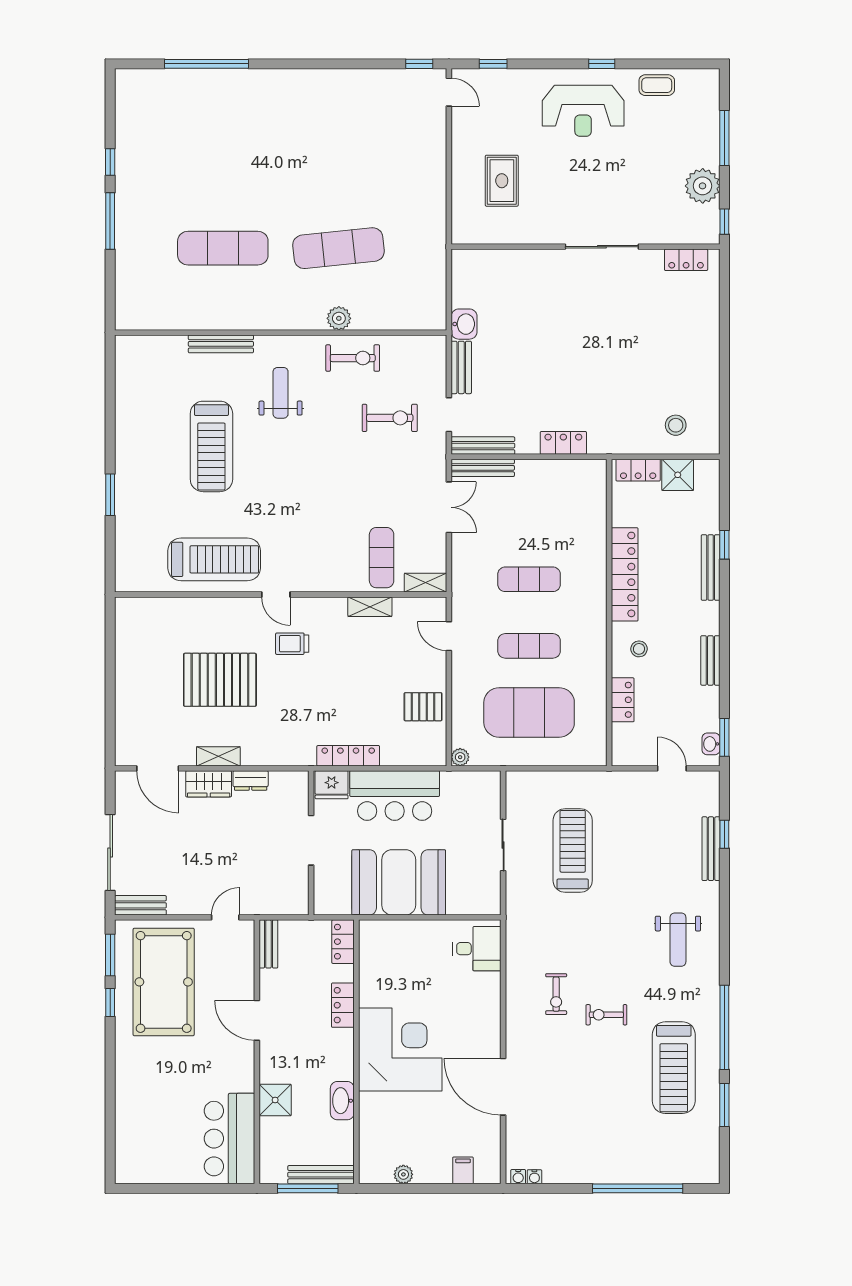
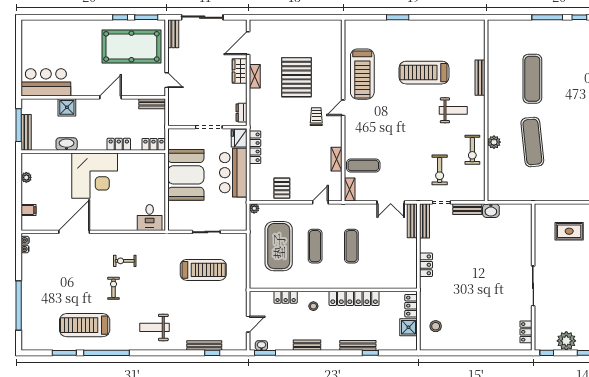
dresser: (251, 780) -> (242, 113), moved

